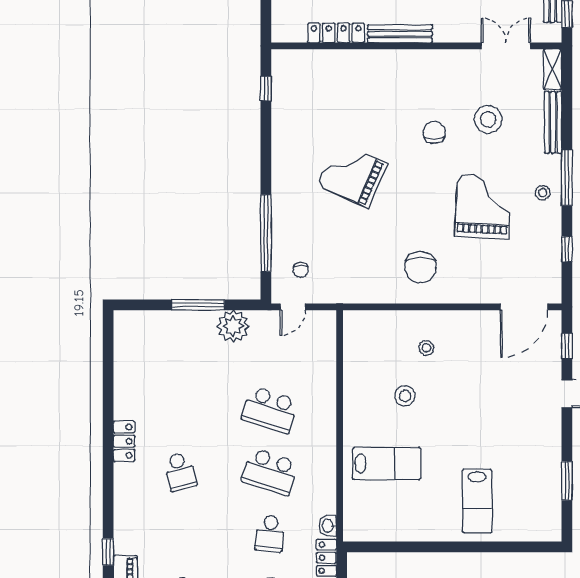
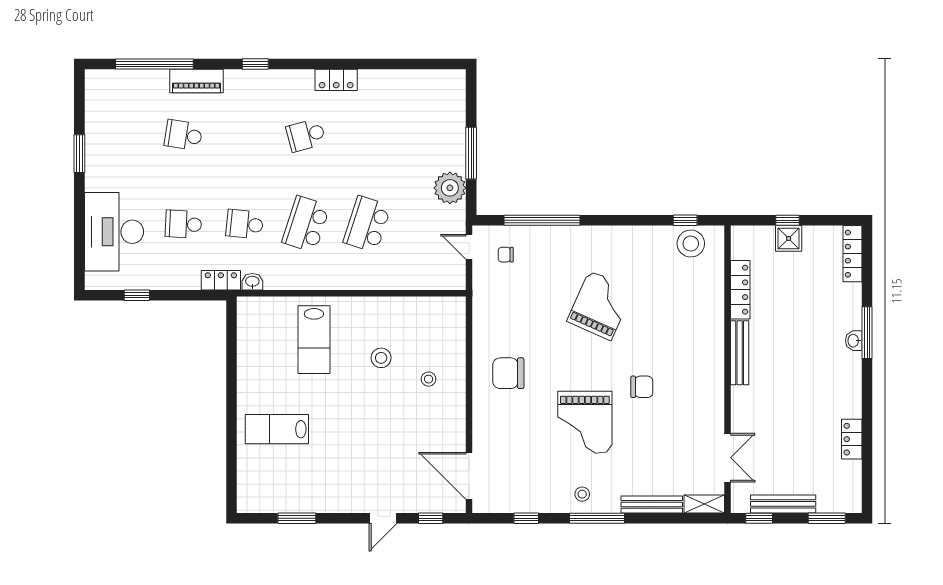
stool: (488, 119) -> (691, 244), moved
grand piano: (483, 206) -> (585, 422), moved, turned 87
window: (108, 552) -> (255, 64), moved

